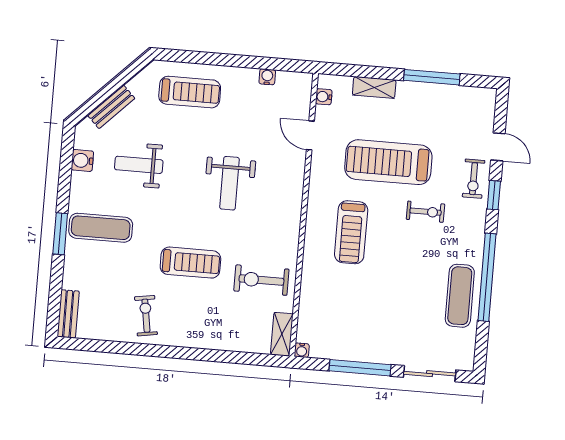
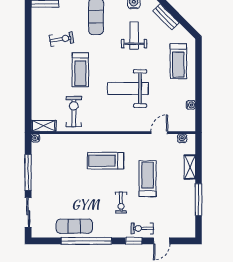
treadmill: (388, 162) -> (148, 179), width x0.73, depth x0.73
weight bench: (230, 183) -> (128, 88), width x1.36, depth x1.33
exercise bike: (146, 316) -> (61, 39), moved

